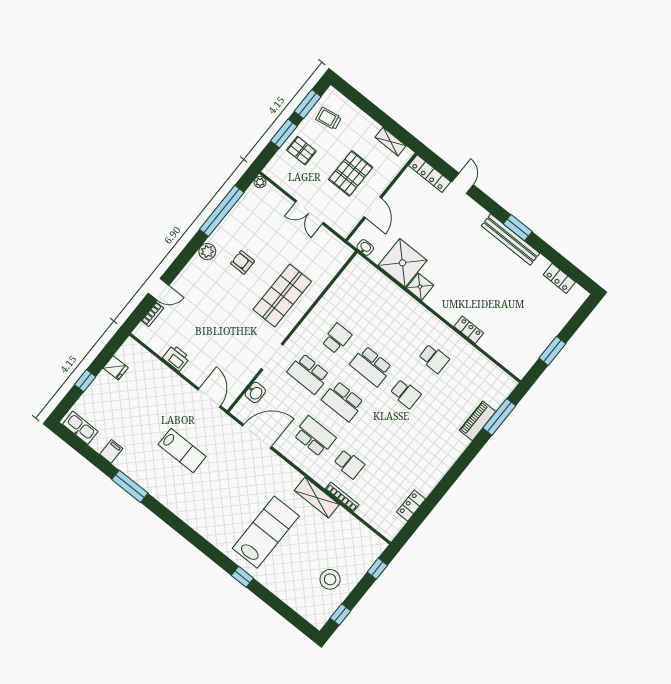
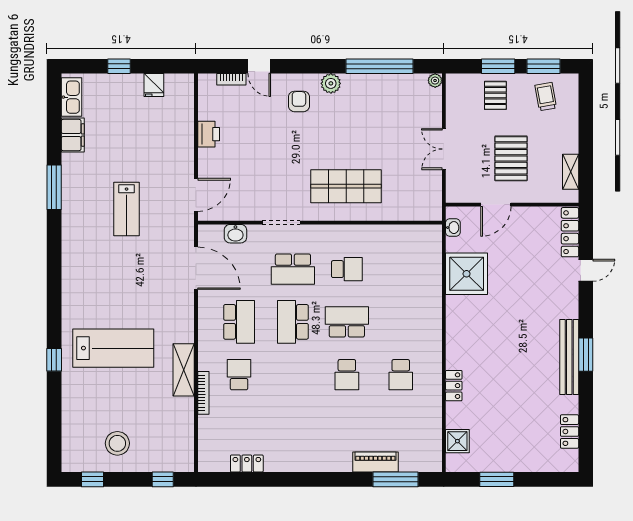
pallet: (351, 173) -> (511, 158), turned 90
armchair: (243, 262) -> (299, 101), moved
shower: (420, 287) -> (457, 441), moved
school desk: (371, 366) -> (347, 322), turned 90
school desk: (308, 374) -> (293, 269), turned -90
filing cabinet: (111, 451) -> (73, 135), width x2.00
school desk: (349, 464) -> (239, 375), turned 180

